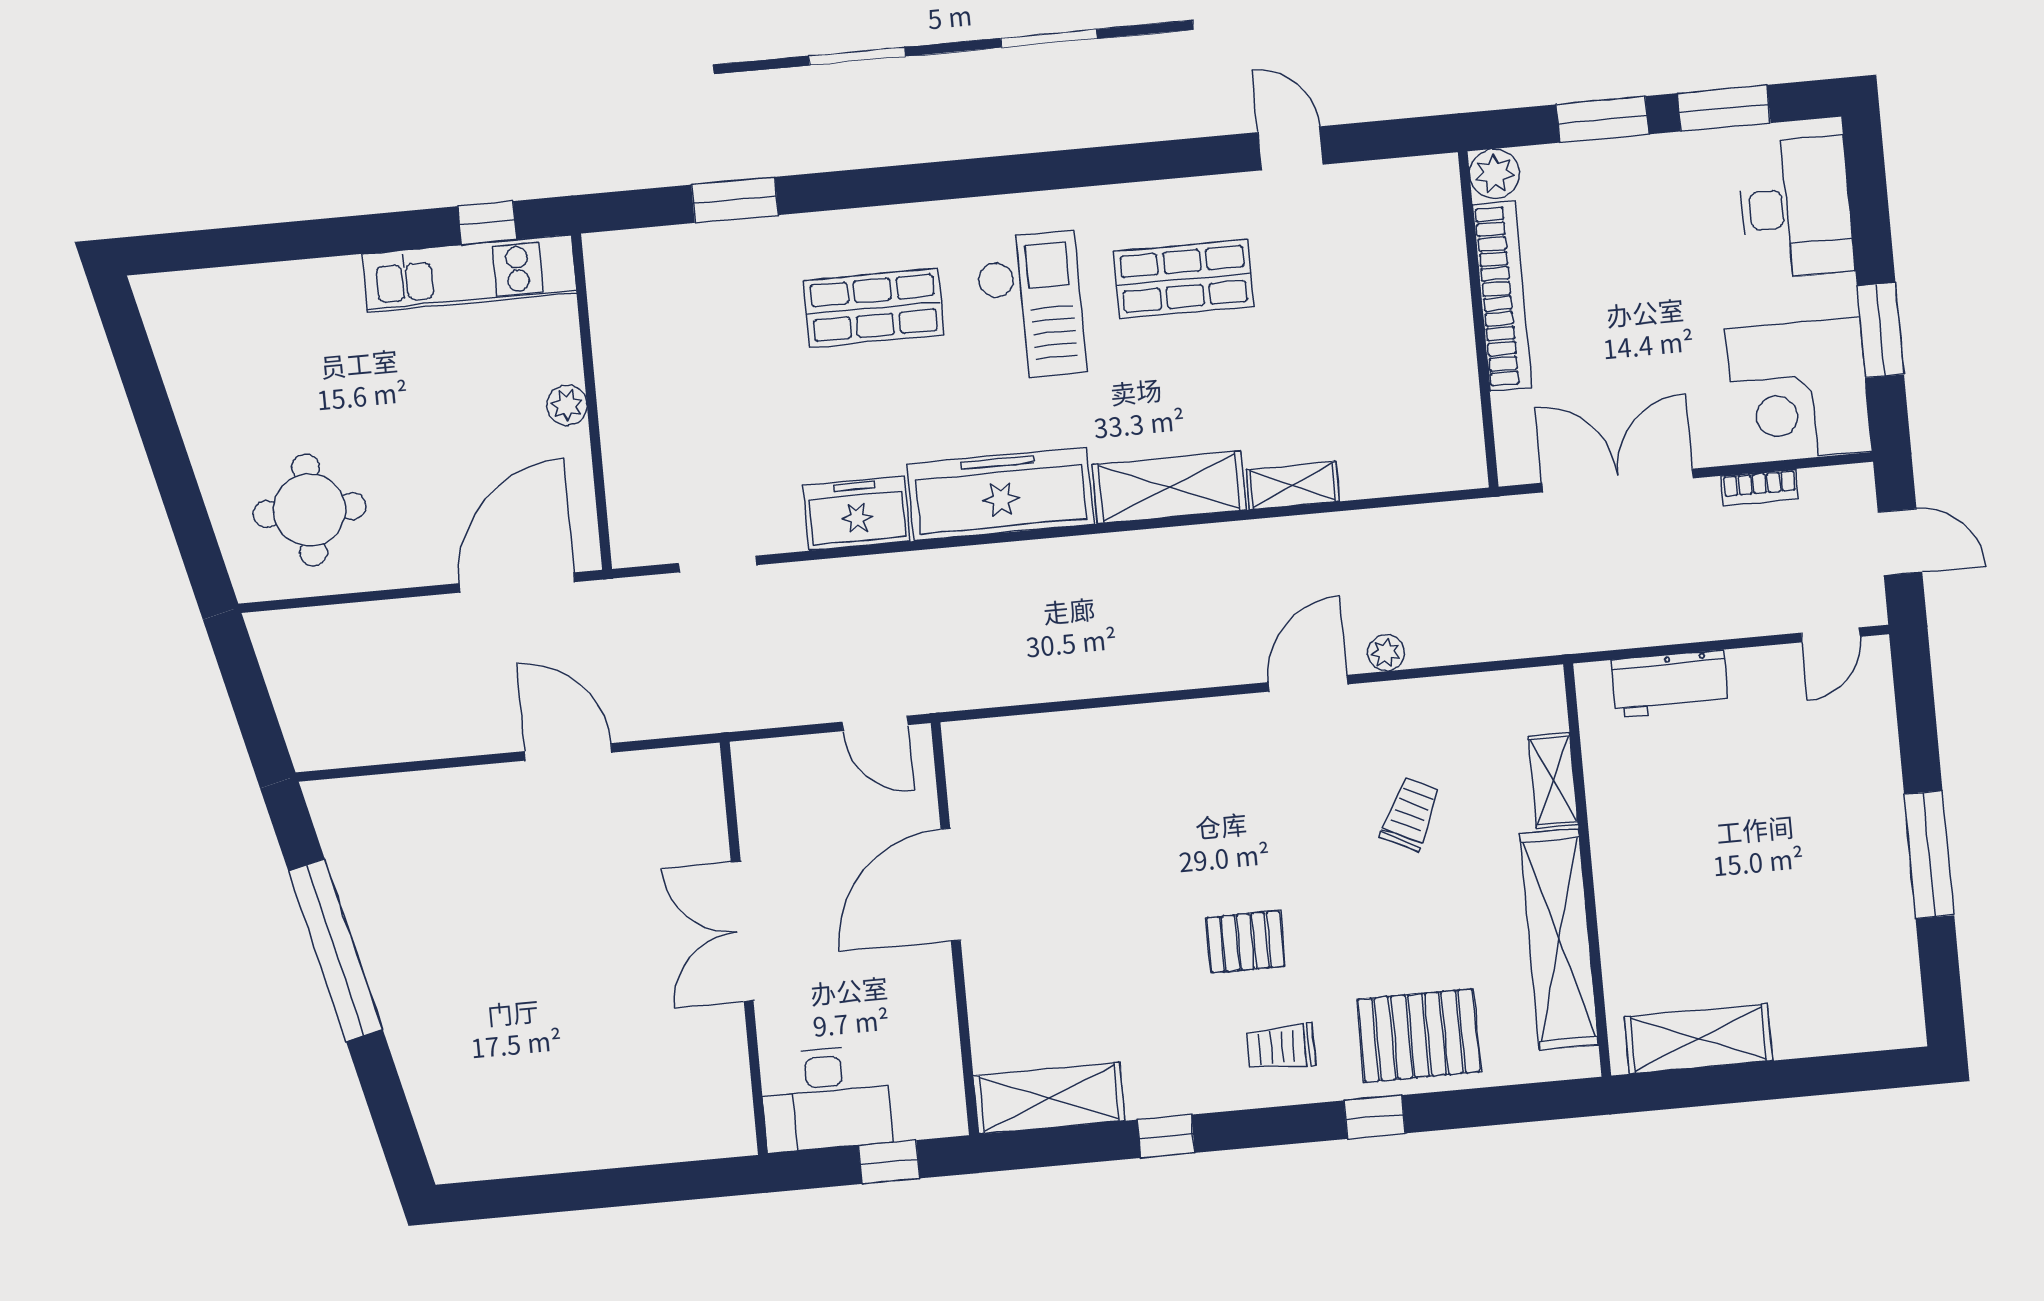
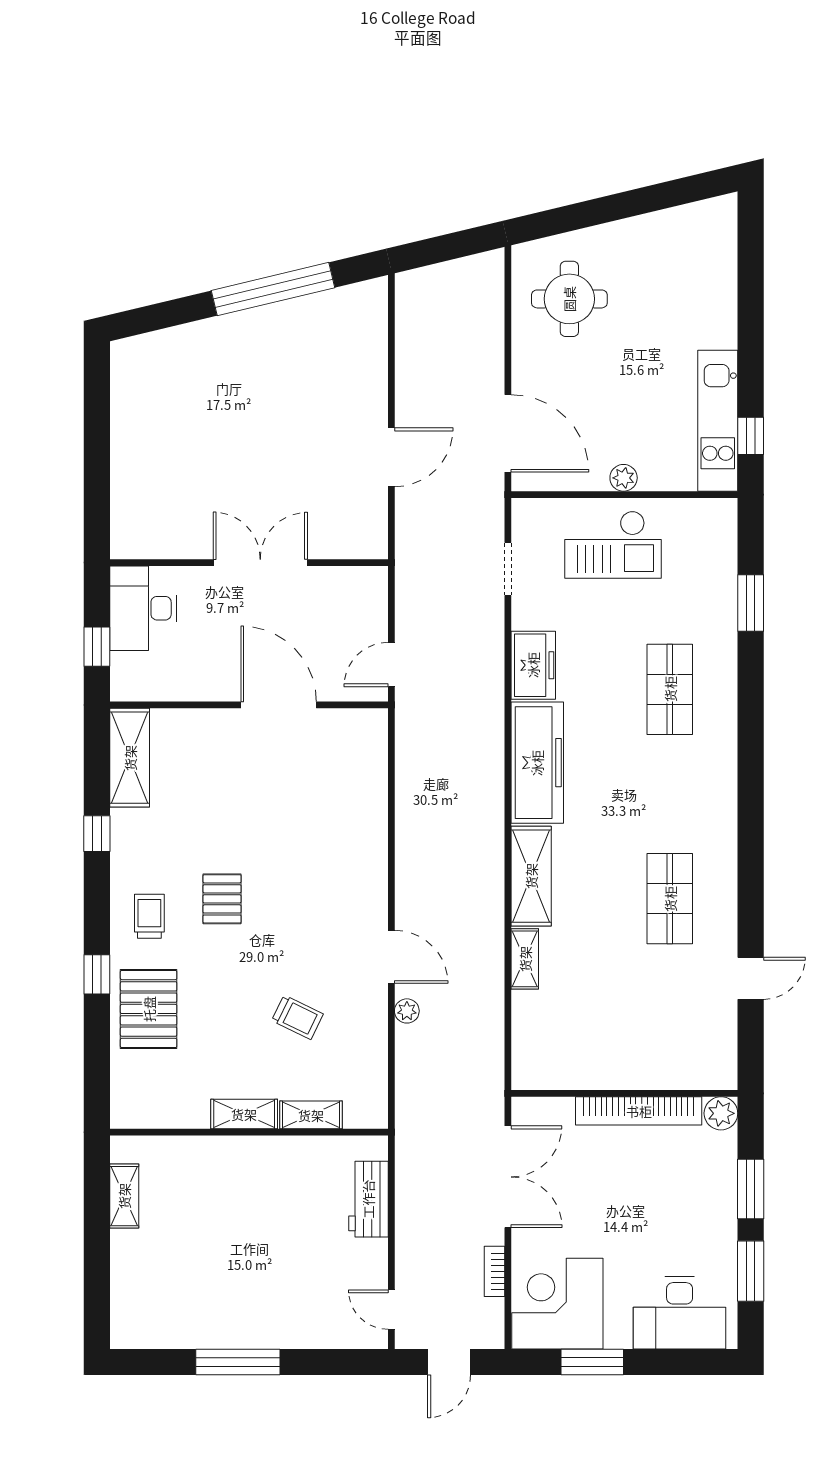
checkout: (1031, 306) -> (613, 545), moved
shelving: (1559, 939) -> (244, 1114), width x0.45, depth x0.75
shelving: (1698, 1039) -> (124, 1196), width x0.67, depth x0.75

